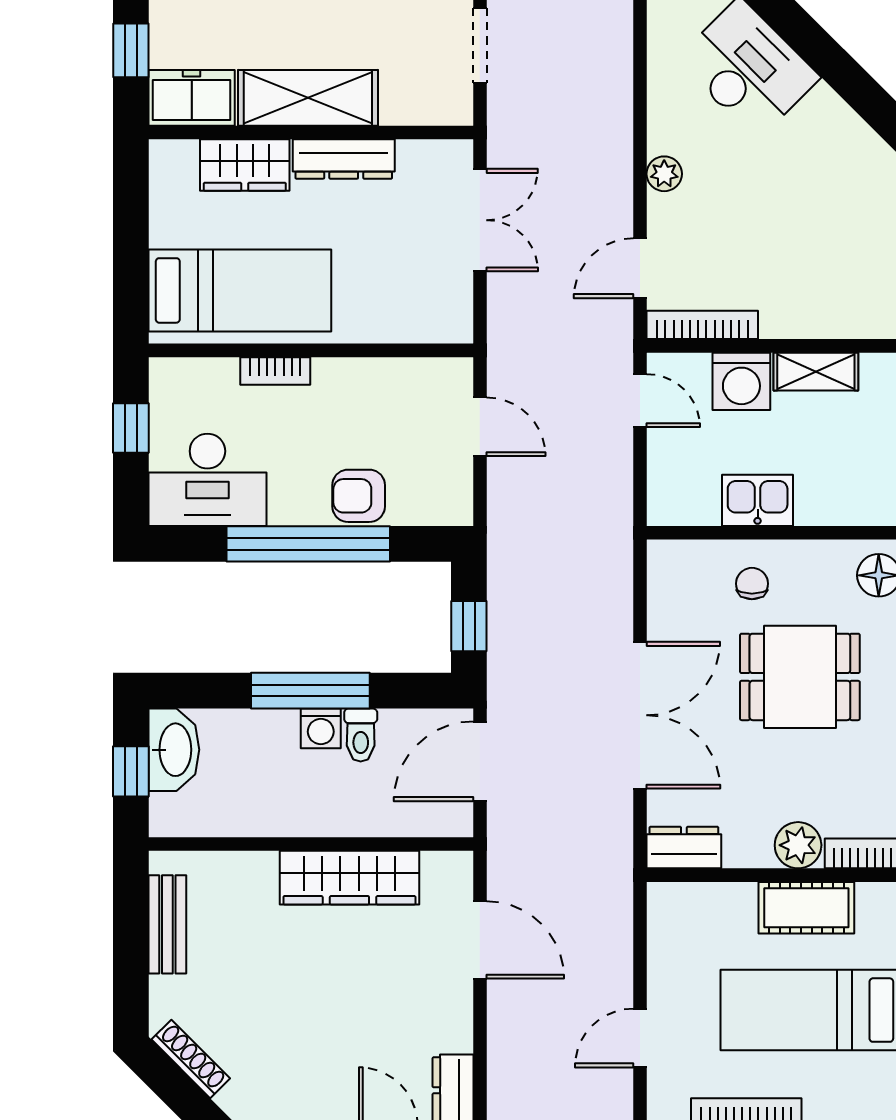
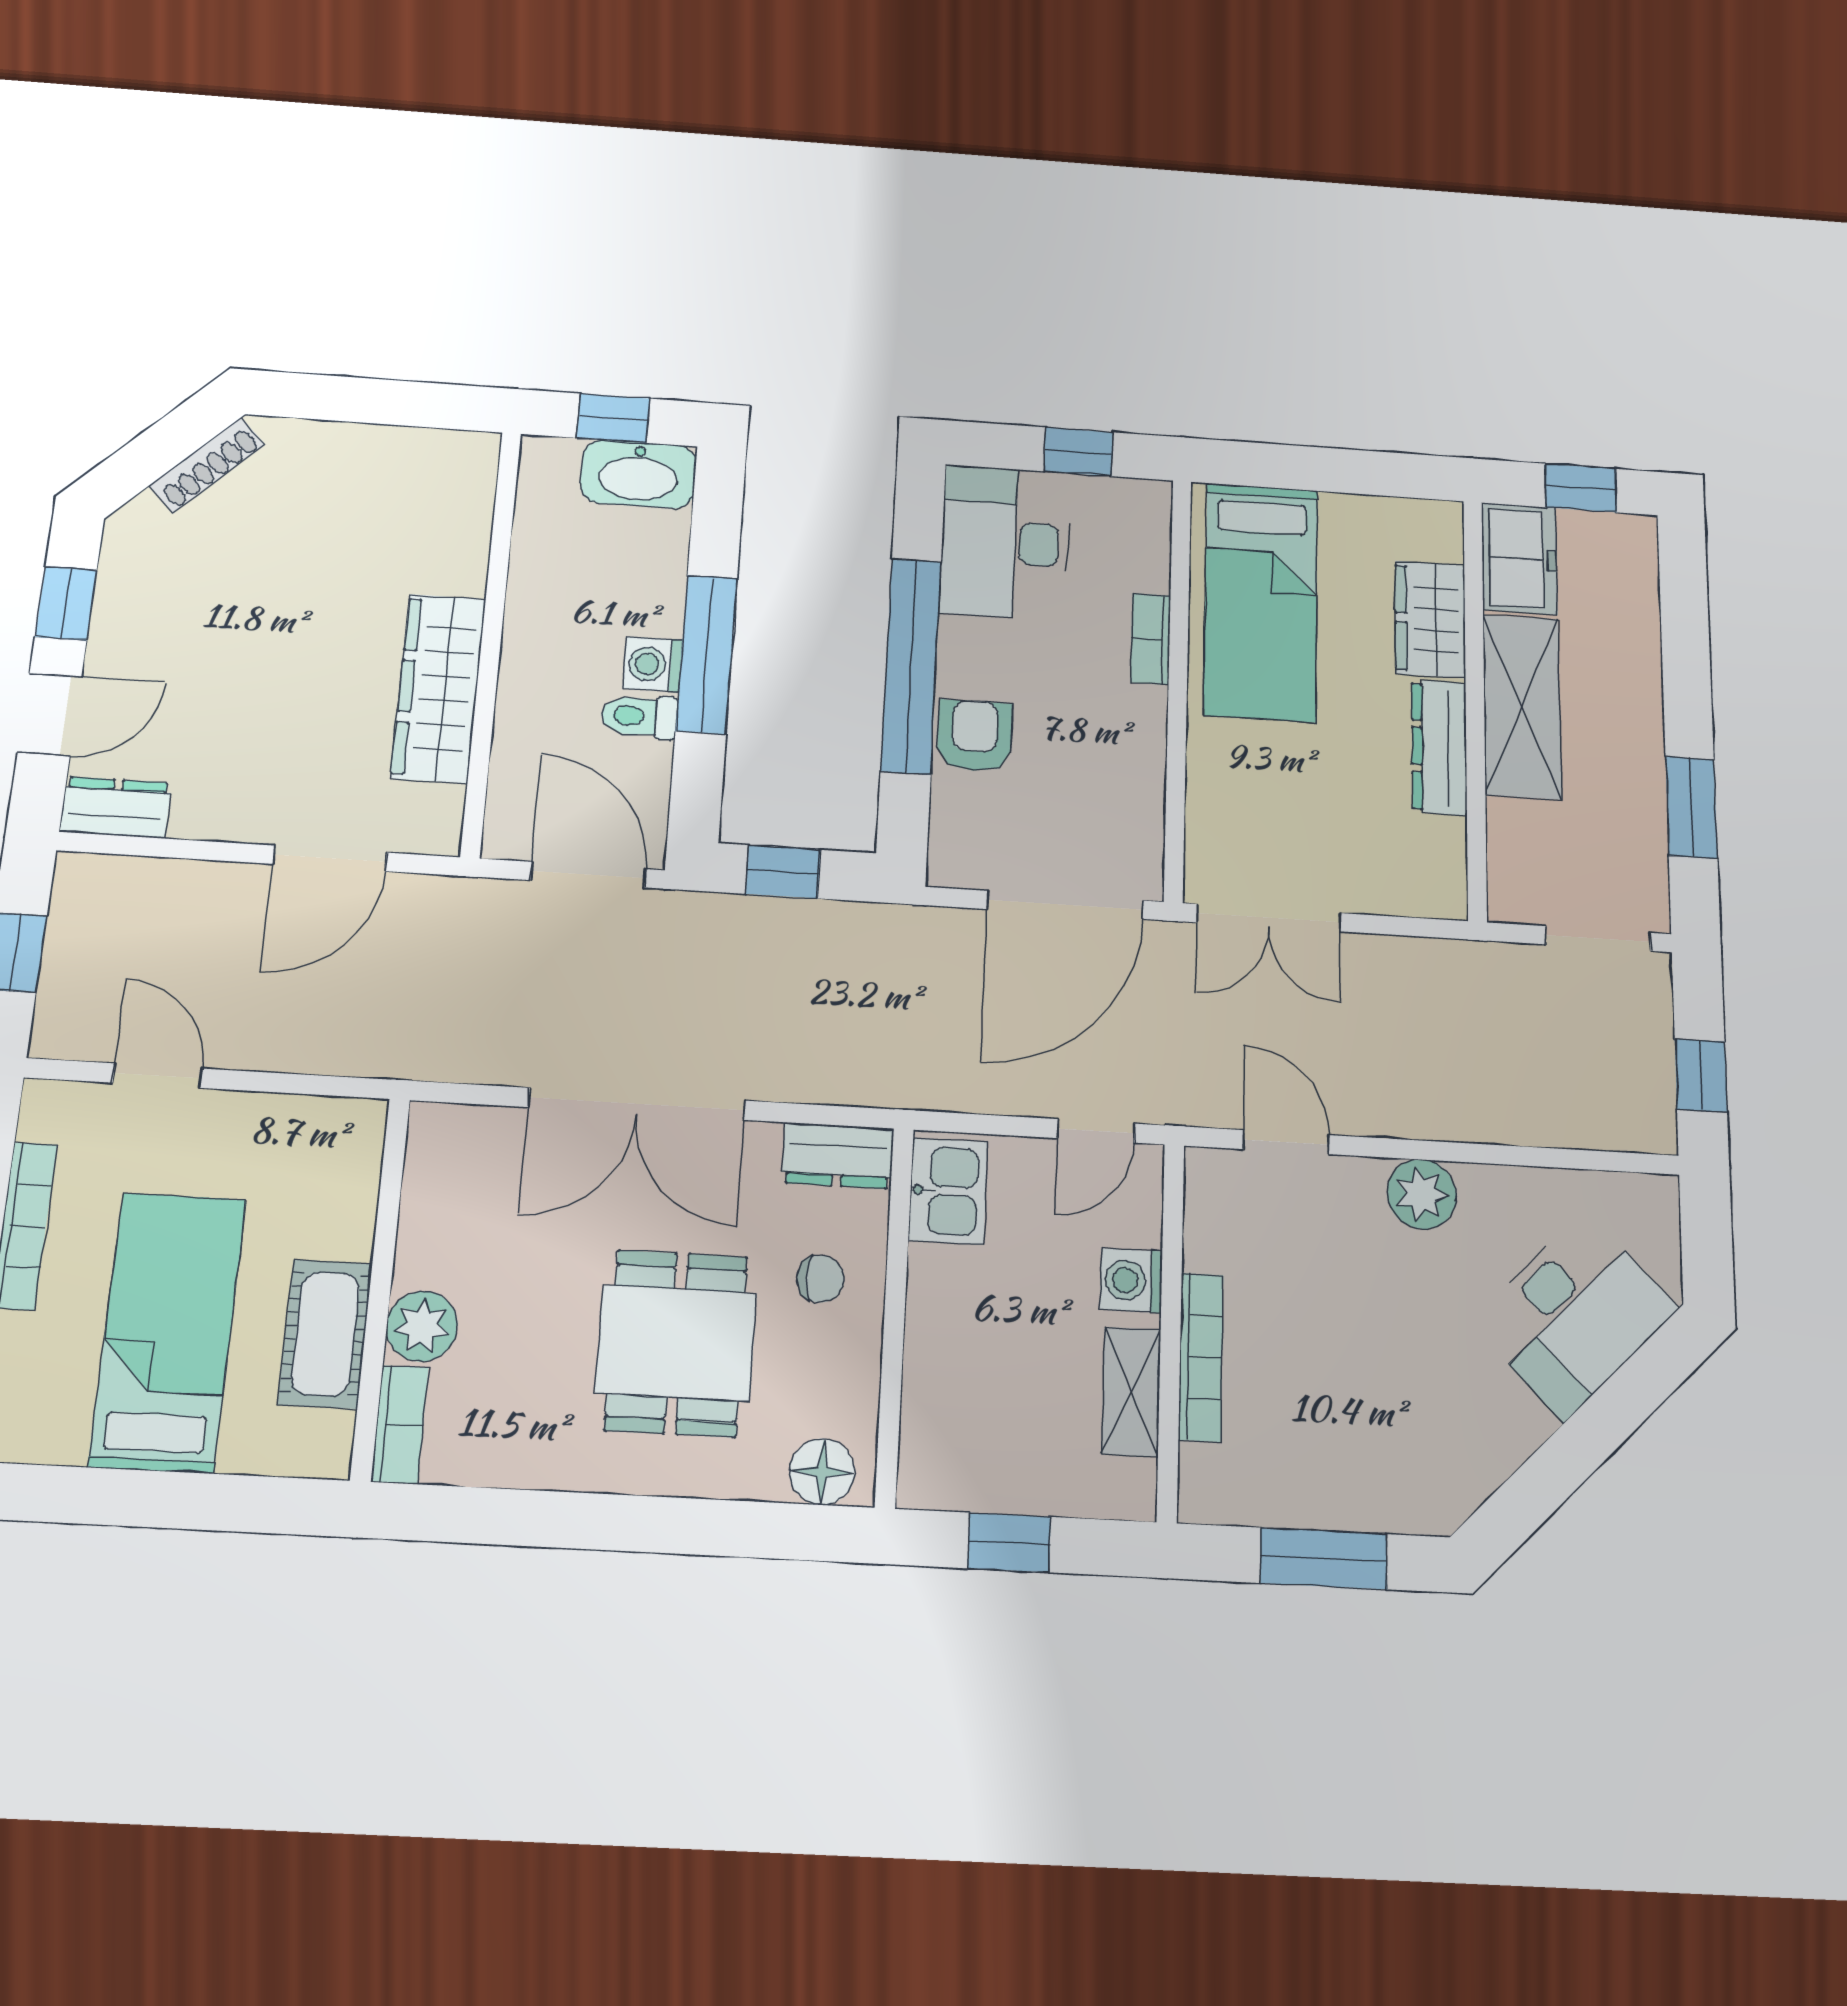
plant: (664, 174) -> (1422, 1194), width x1.38, depth x1.38
double door: (480, 220) -> (1269, 918), moved
bookcase: (702, 325) -> (1201, 1357), moved
washing machine: (741, 381) -> (1131, 1280), width x0.73, depth x0.73
door: (480, 427) -> (1065, 905), width x1.87
kitchen sink: (758, 500) -> (948, 1191), moved
dresser: (684, 848) -> (838, 1156), moved, turned 90
bench: (167, 924) -> (398, 449), removed

